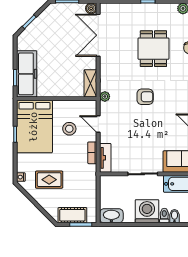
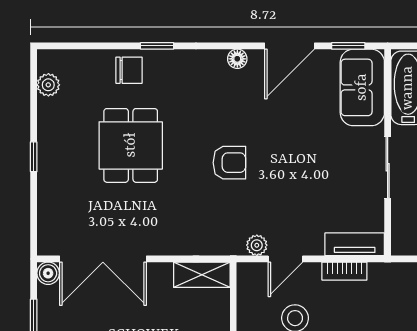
dining table: (153, 49) -> (131, 145), turned 90
plant: (105, 96) -> (257, 245), moved
armchair: (145, 97) -> (229, 163), turned 90

